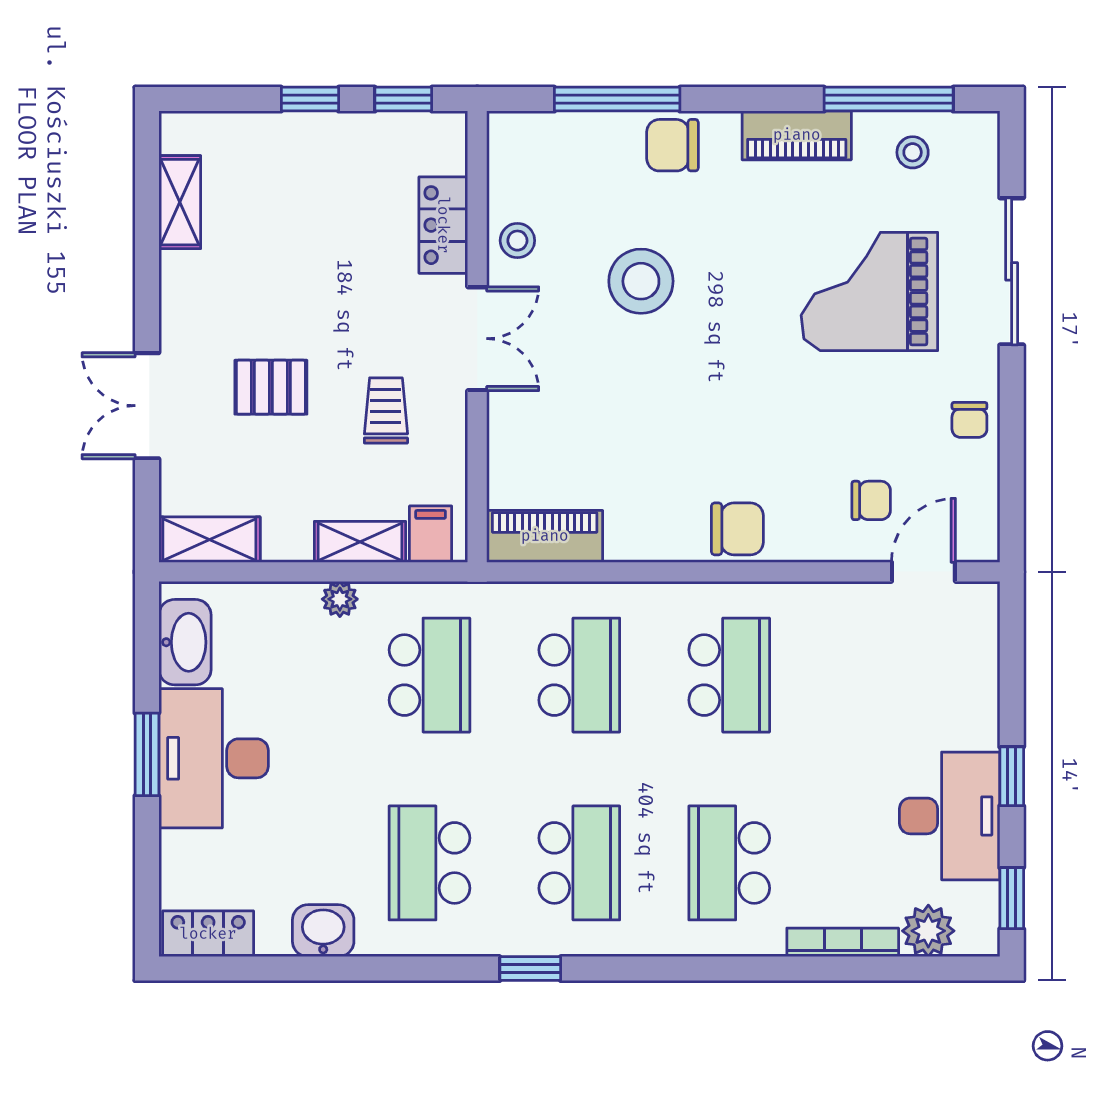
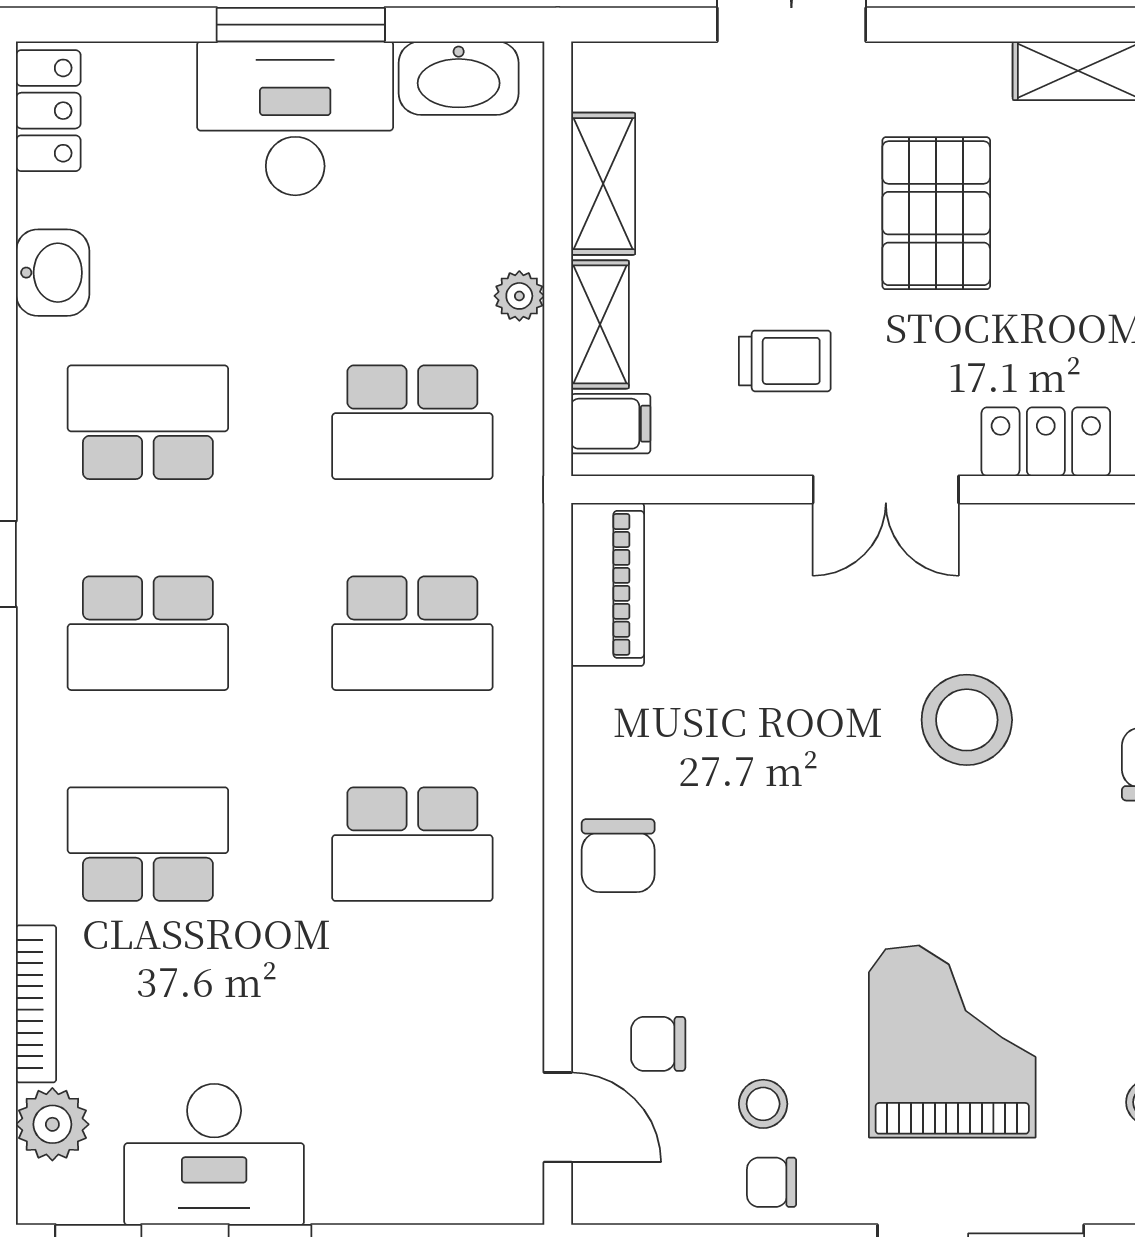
stool: (517, 241) -> (763, 1104), moved
pallet: (271, 387) -> (936, 213), moved, width x1.50, depth x1.42
chair: (871, 500) -> (658, 1044), turned 90
shelving: (209, 540) -> (603, 184), moved
window: (147, 754) -> (301, 25), width x1.44

